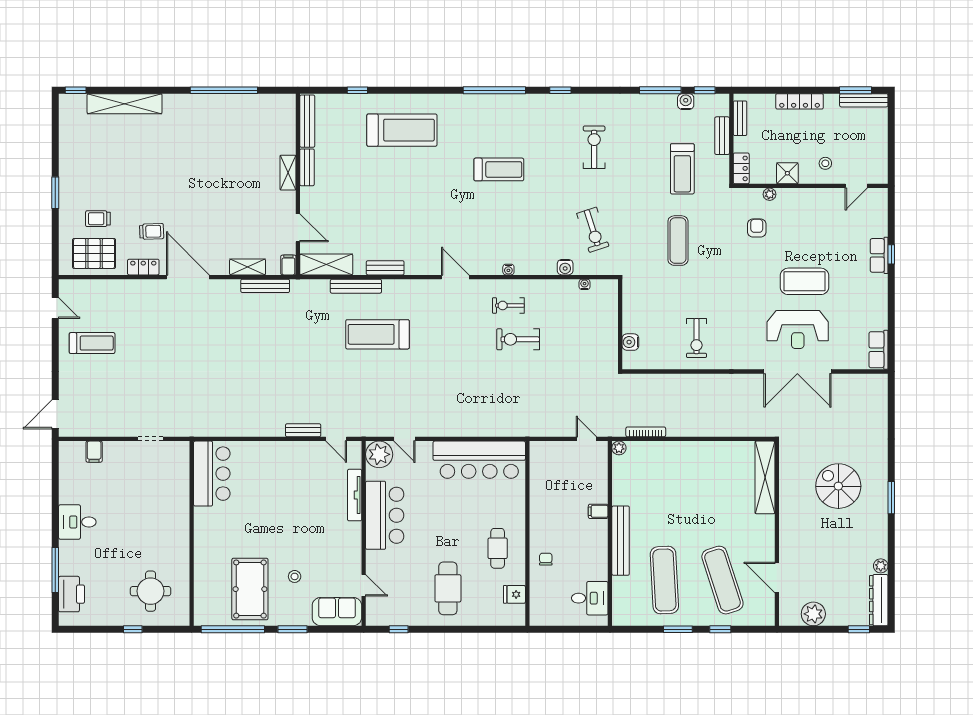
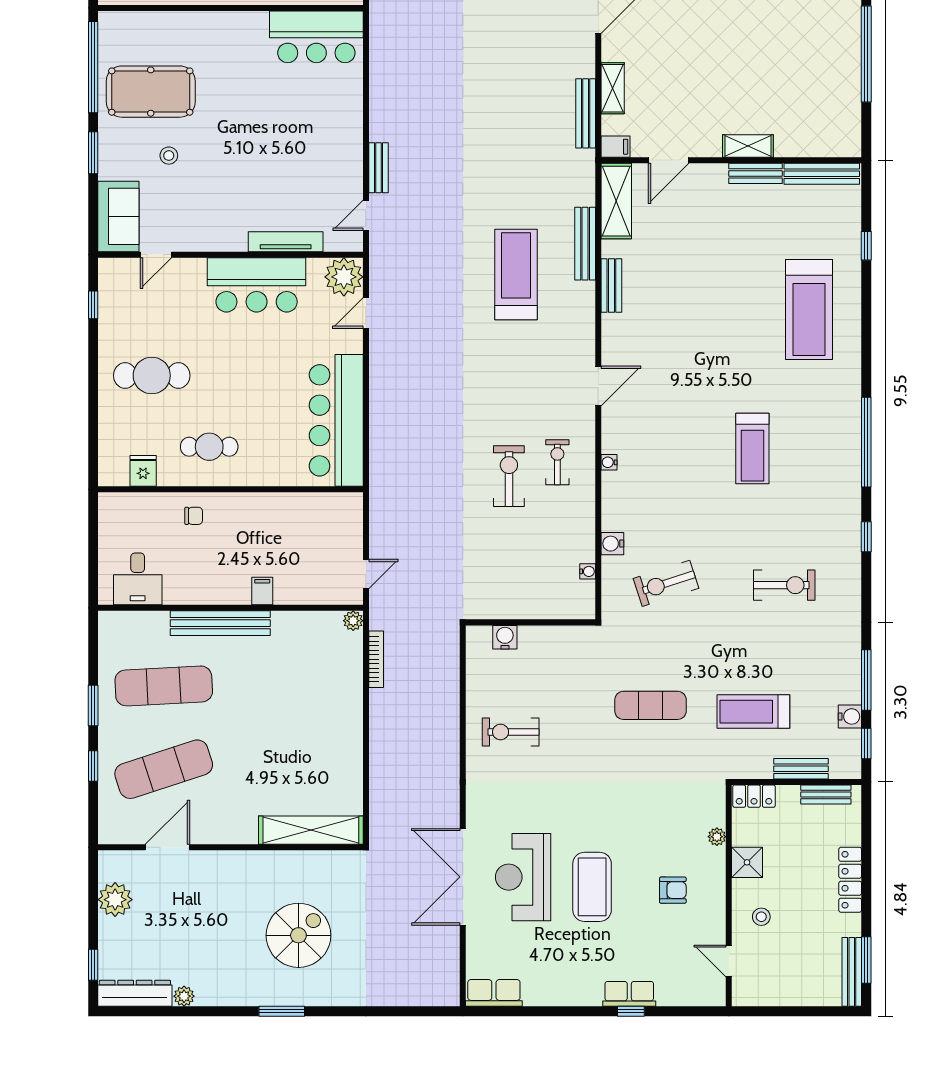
armchair: (757, 228) -> (673, 890), moved

